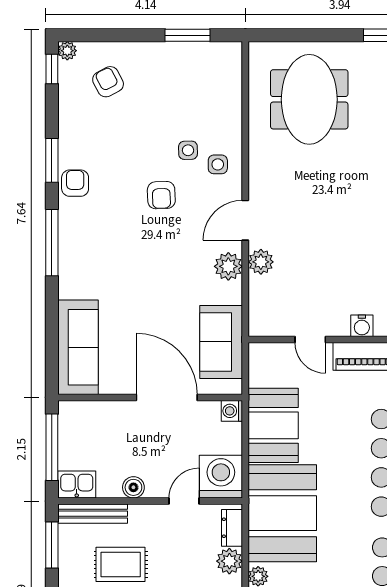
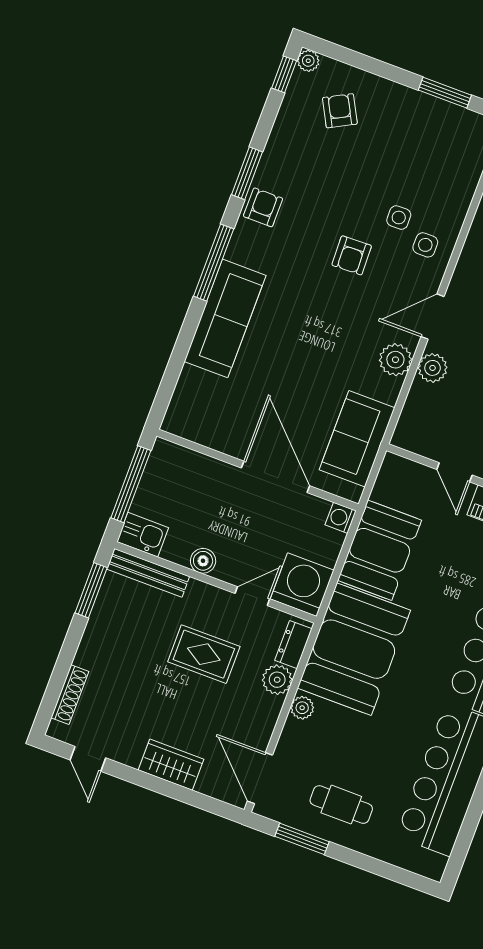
sofa: (78, 347) -> (225, 318), moved
rug: (121, 564) -> (204, 654), moved

